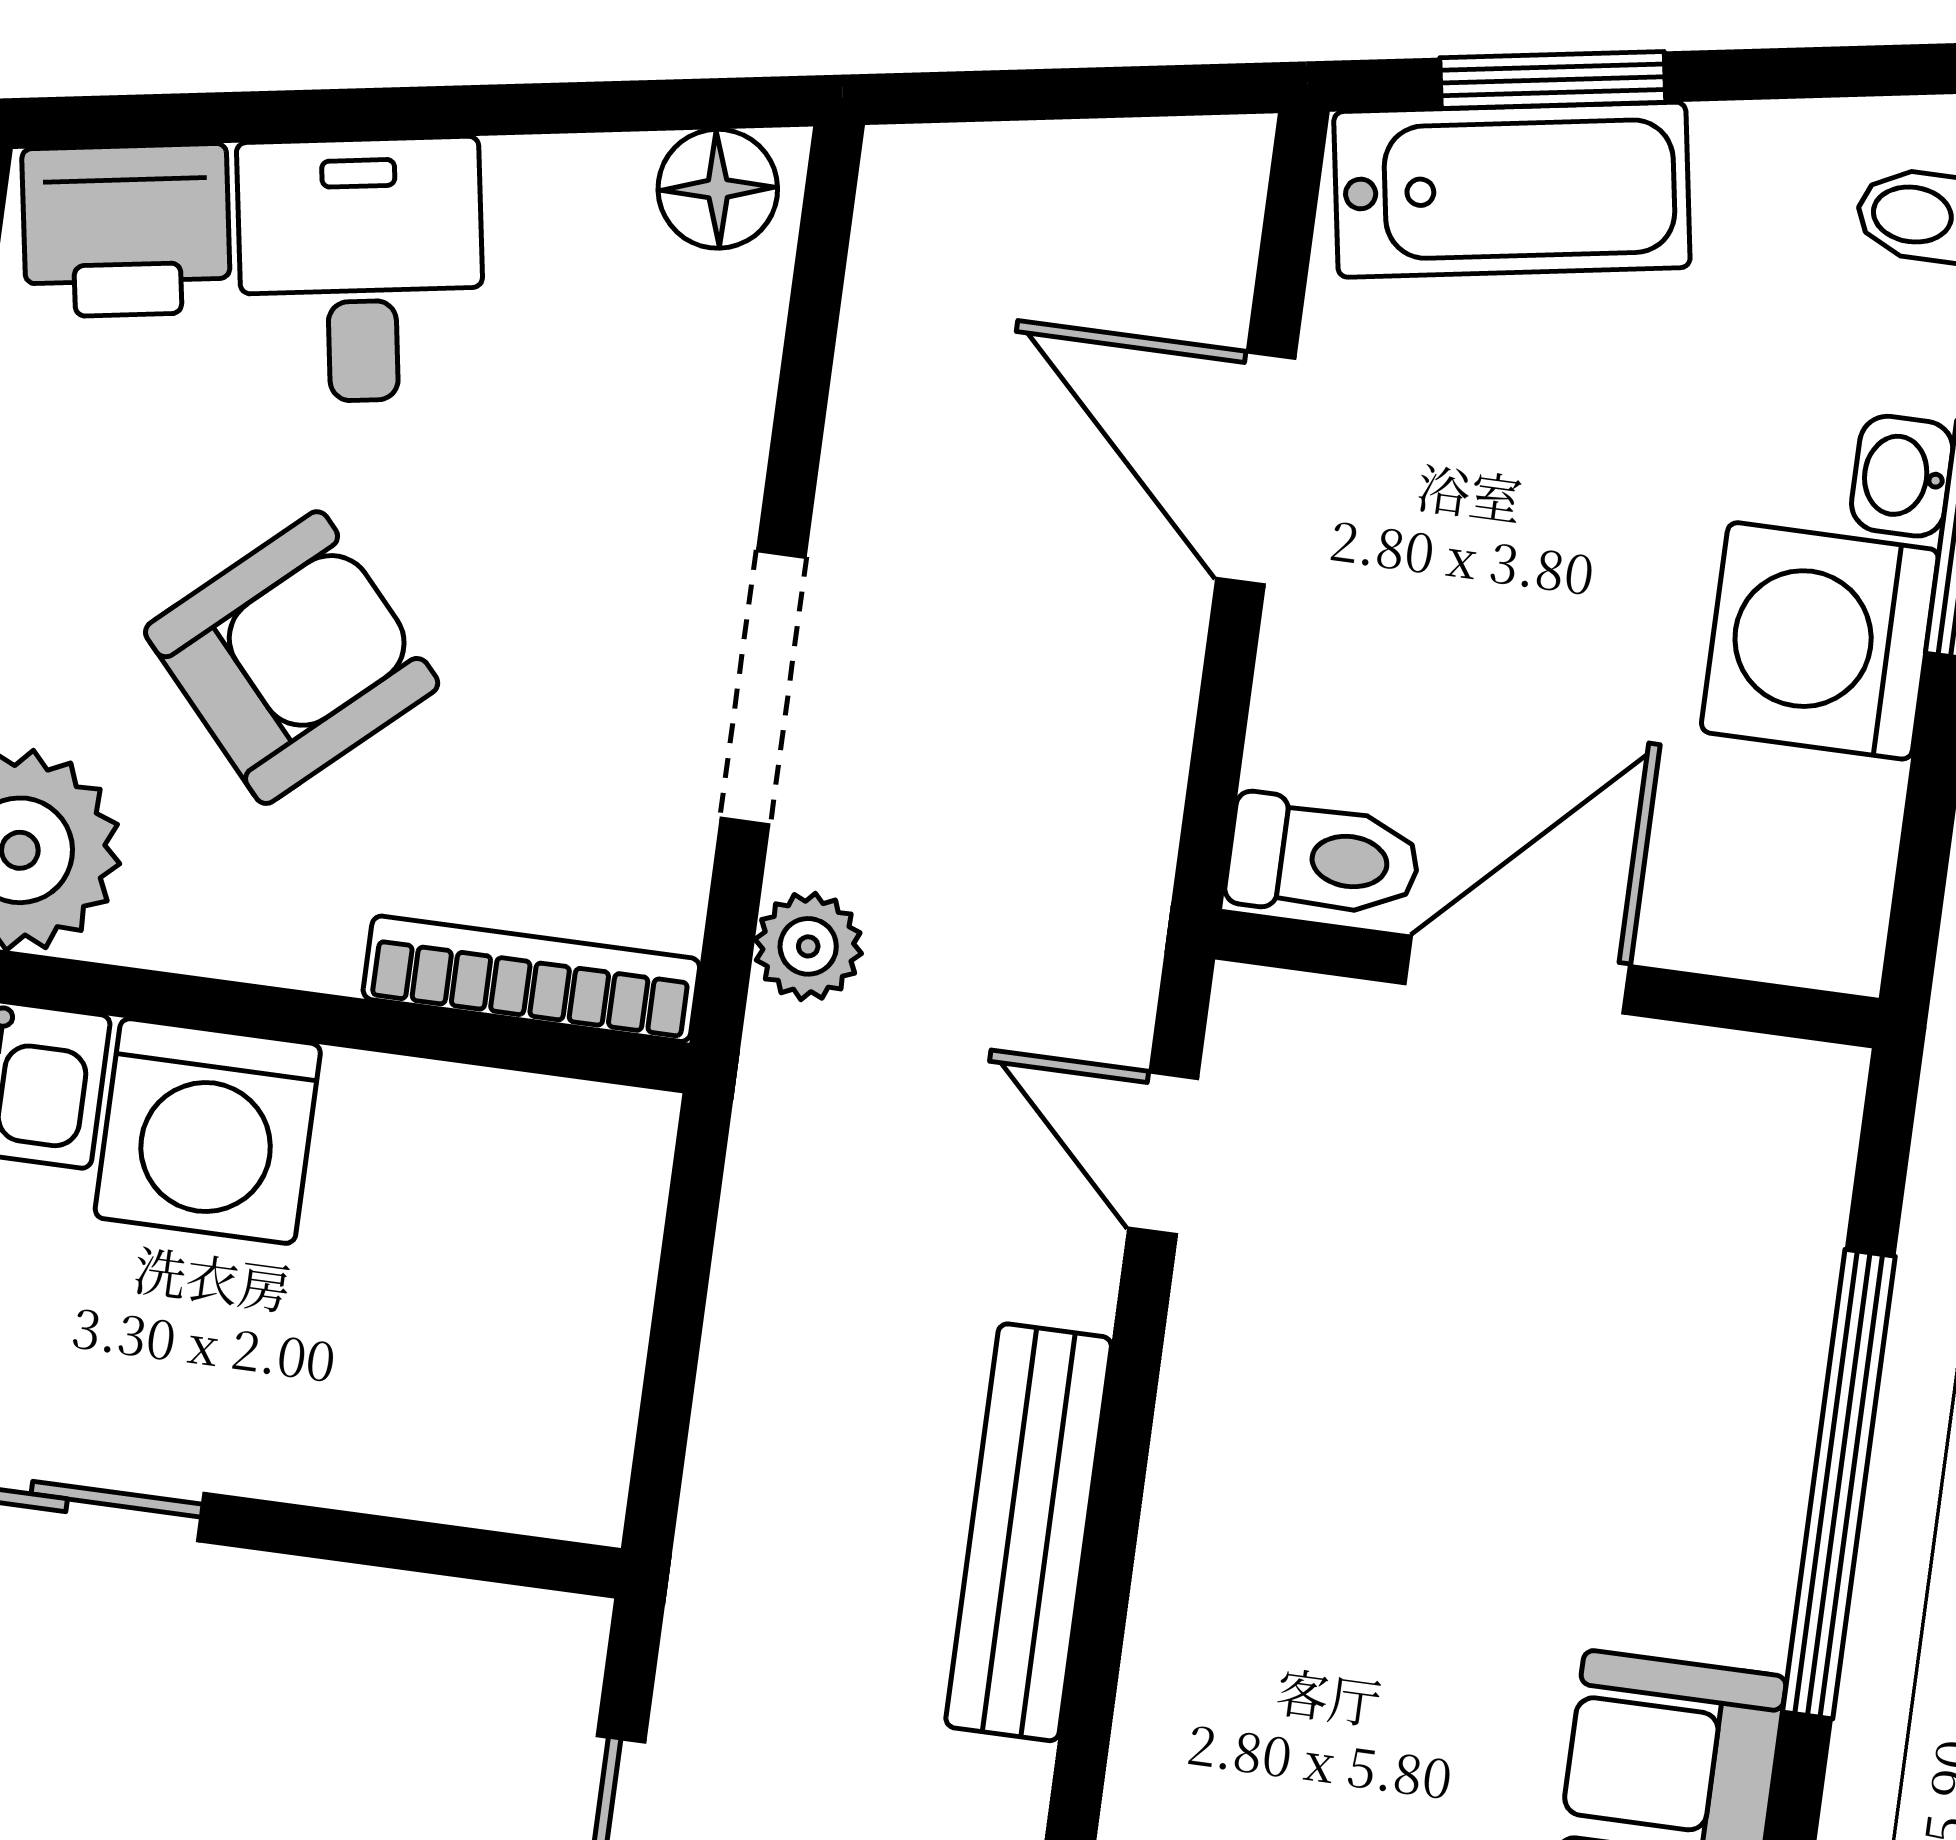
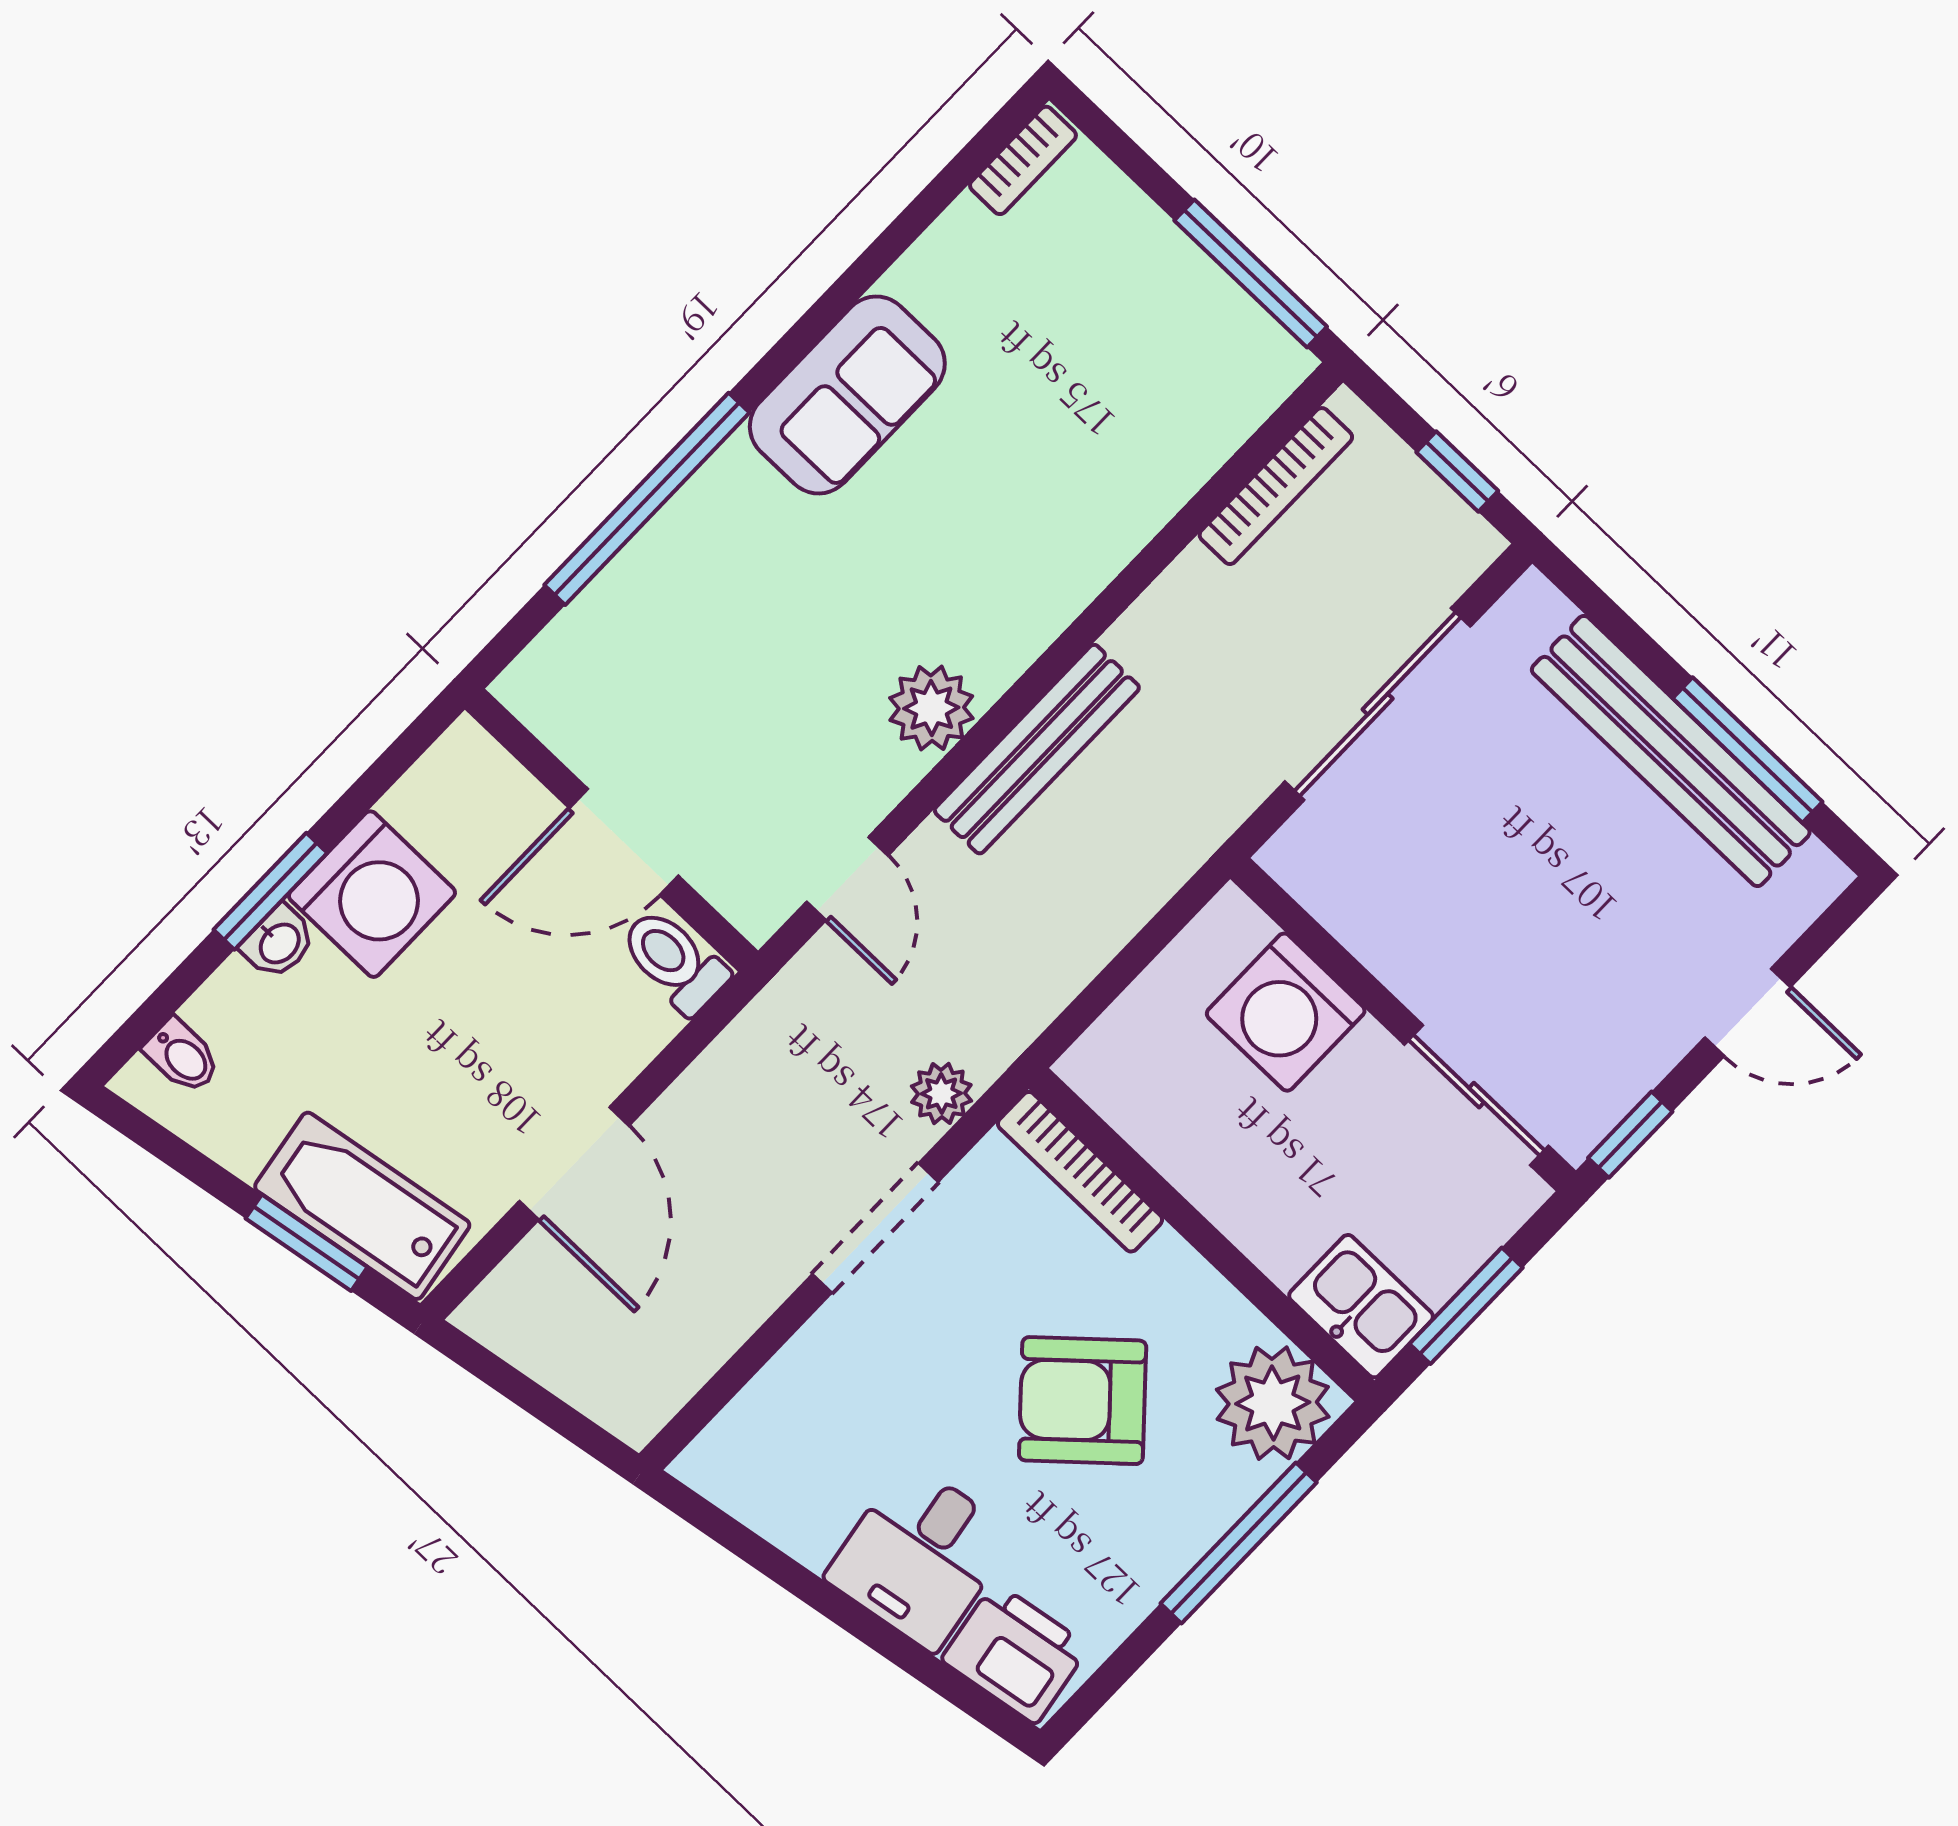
floor lamp: (718, 189) -> (728, 1473), removed
washing machine: (208, 1131) -> (1286, 1012), moved, turned 180
plant: (1220, 1481) -> (931, 708), added

